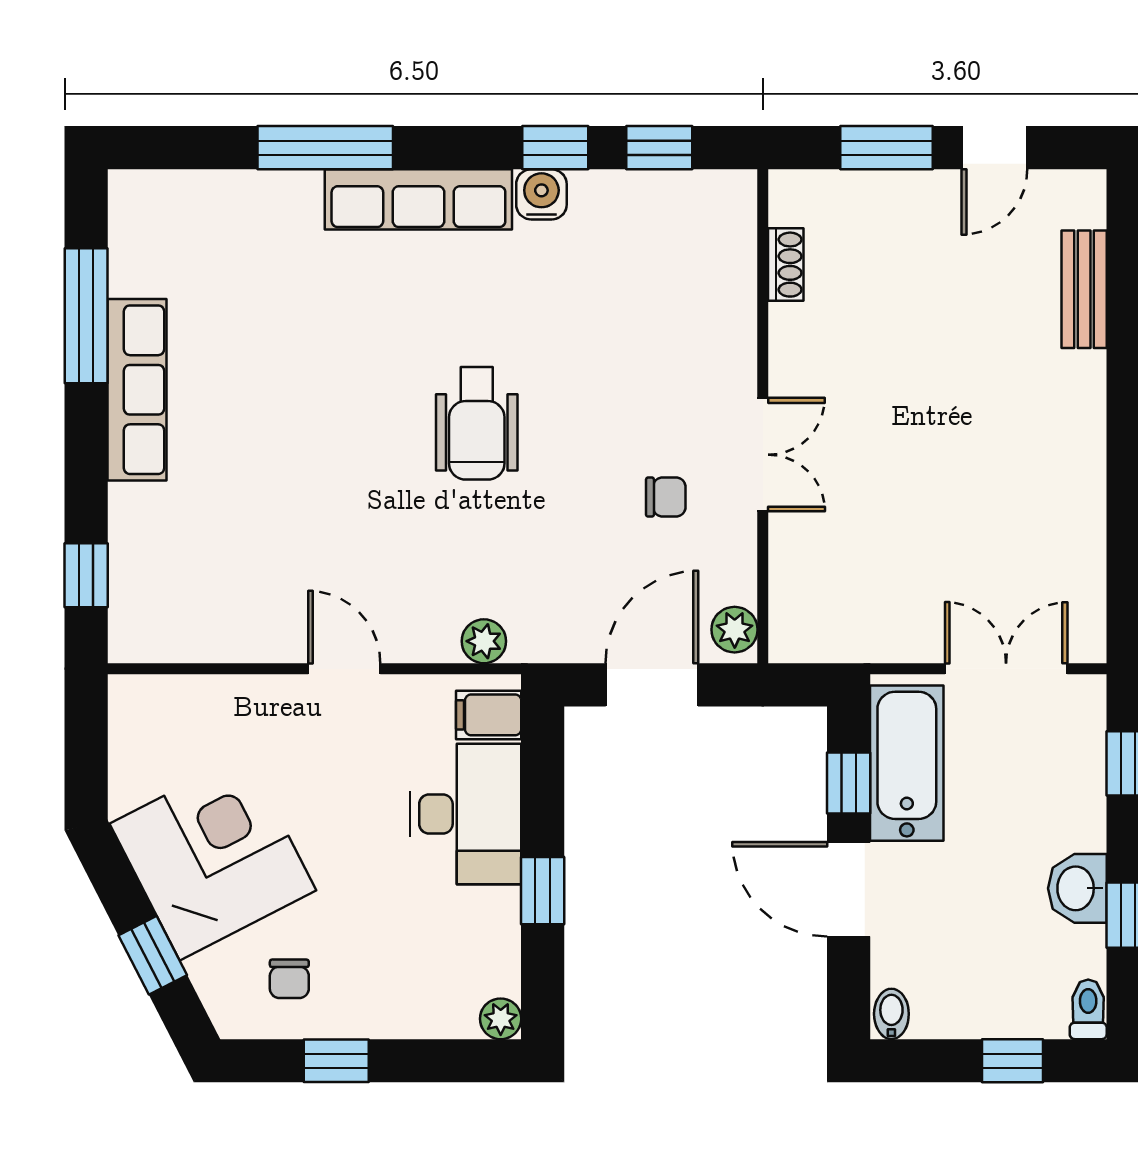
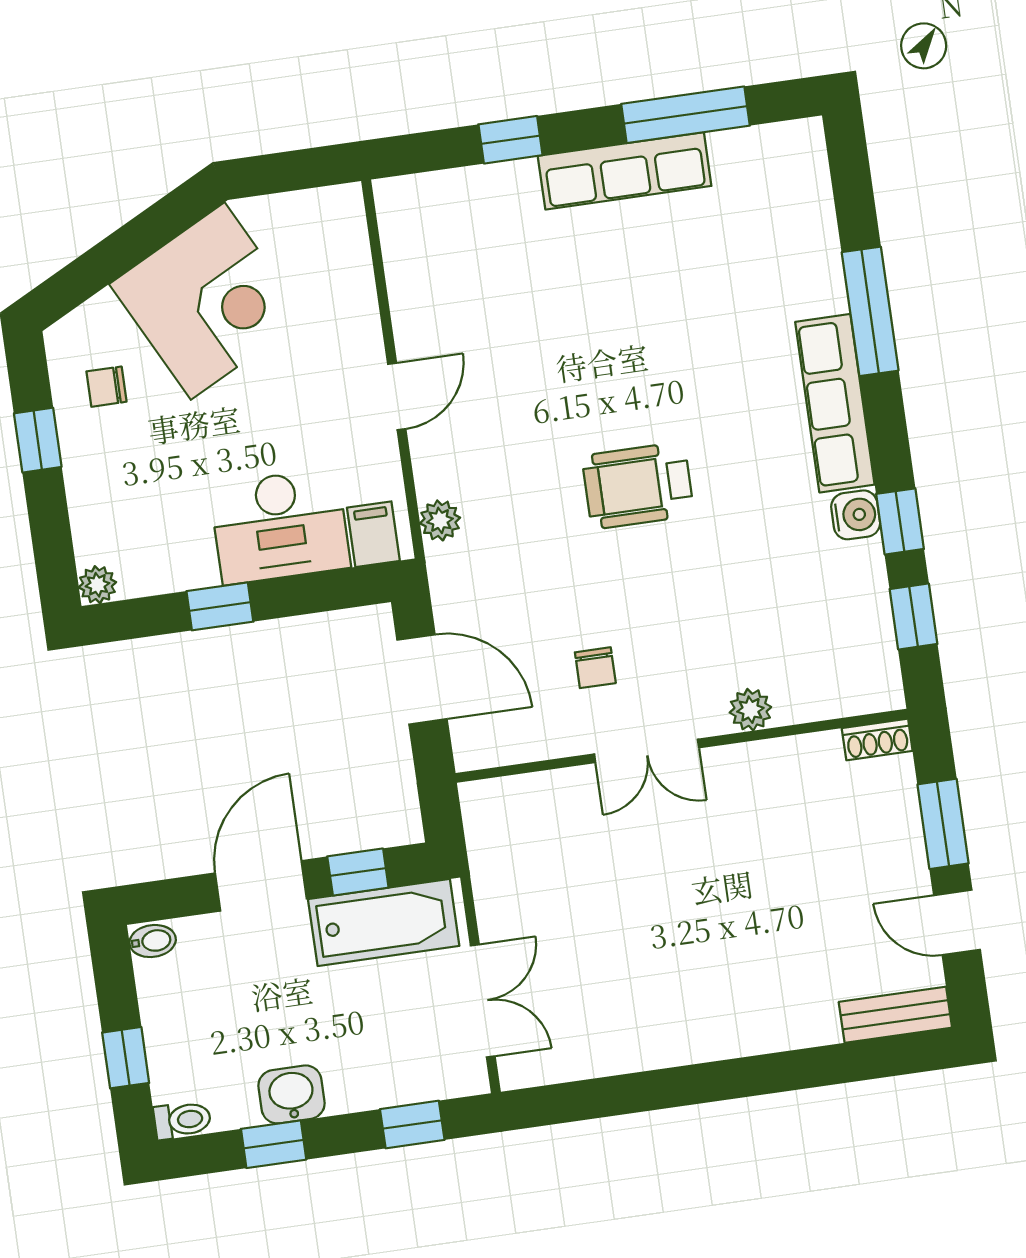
shoe rack: (786, 265) -> (877, 739), moved
bench: (1084, 289) -> (895, 1015), moved
window: (86, 575) -> (510, 140), moved
plant: (735, 630) -> (750, 710), moved
window: (153, 955) -> (110, 259), removed

